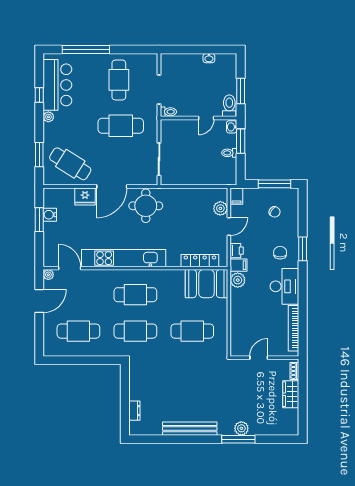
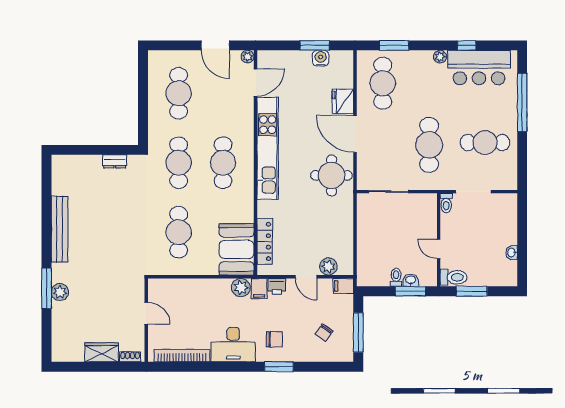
washbasin: (232, 127) -> (411, 280), moved
cafe table: (70, 164) -> (383, 83), turned -32
dresser: (134, 411) -> (115, 161), moved

